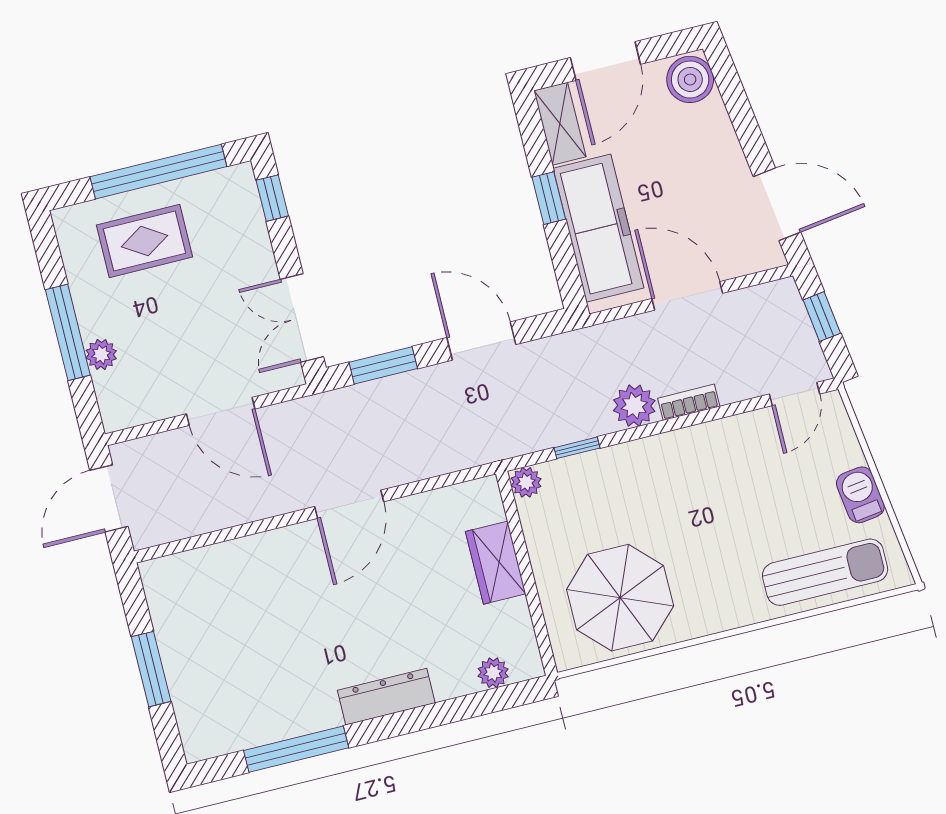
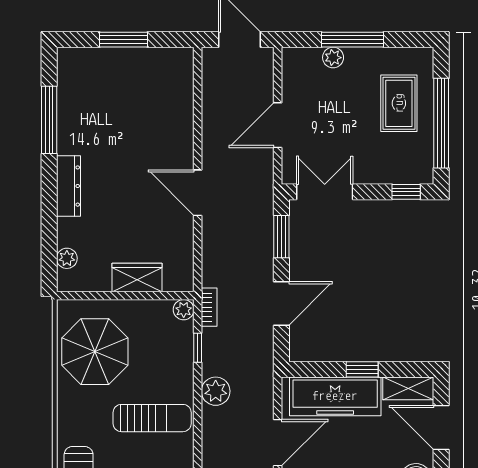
bookcase: (689, 402) -> (209, 307), moved
sun lounger: (697, 489) -> (152, 418), added

